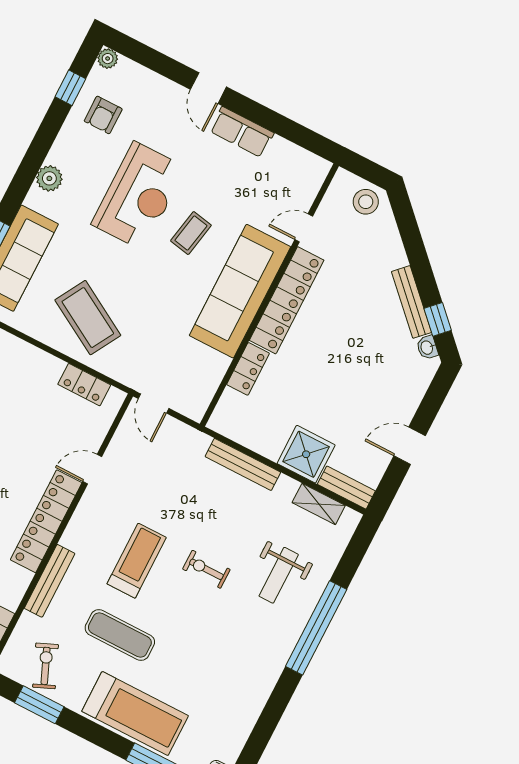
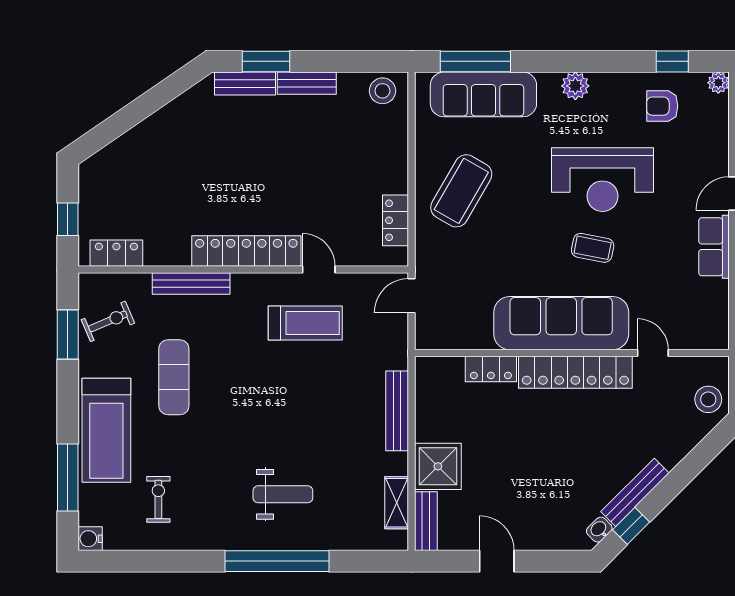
treadmill: (137, 561) -> (305, 323), moved
exercise bike: (206, 569) -> (158, 499), moved
weight bench: (279, 575) -> (283, 494), moved, turned 180

